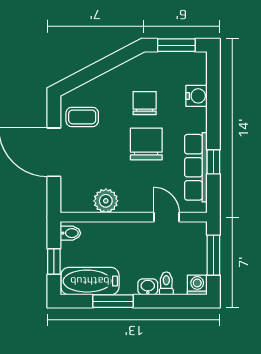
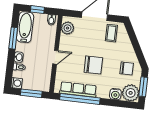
plant: (191, 68) -> (131, 93), added
chair: (145, 103) -> (127, 68), moved
window: (213, 162) -> (80, 99), width x3.17
plant: (106, 201) -> (67, 28), moved
door: (166, 217) -> (55, 57), moved

